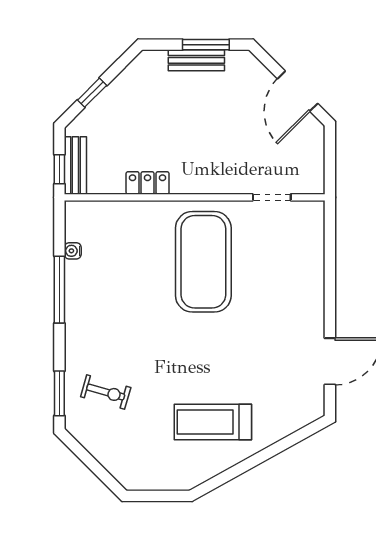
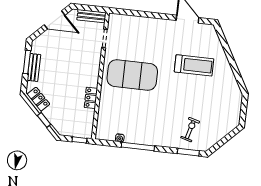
locker: (133, 76) -> (38, 99), added
bench: (75, 165) -> (91, 16), moved
treadmill: (213, 422) -> (194, 65), moved, turned -90

